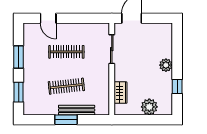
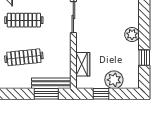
bench: (77, 110) -> (51, 83), moved
window: (66, 120) -> (46, 94), moved
window: (137, 120) -> (101, 94), added

